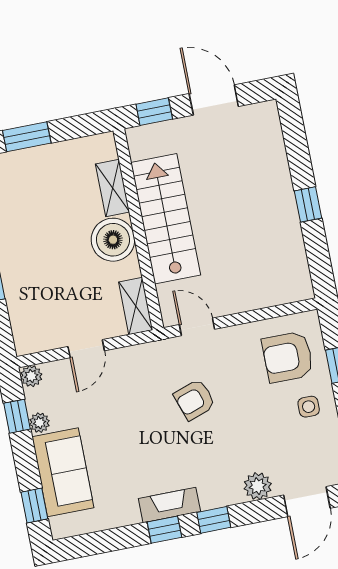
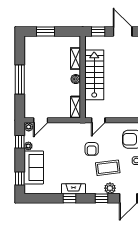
boiler: (113, 240) -> (76, 79), width x0.54, depth x0.54
door: (197, 327) -> (98, 120), swing flipped
door: (86, 349) -> (41, 120), moved
armchair: (195, 400) -> (92, 149), turned -71
coffee table: (242, 438) -> (108, 168), added
window: (214, 520) -> (102, 198), moved

